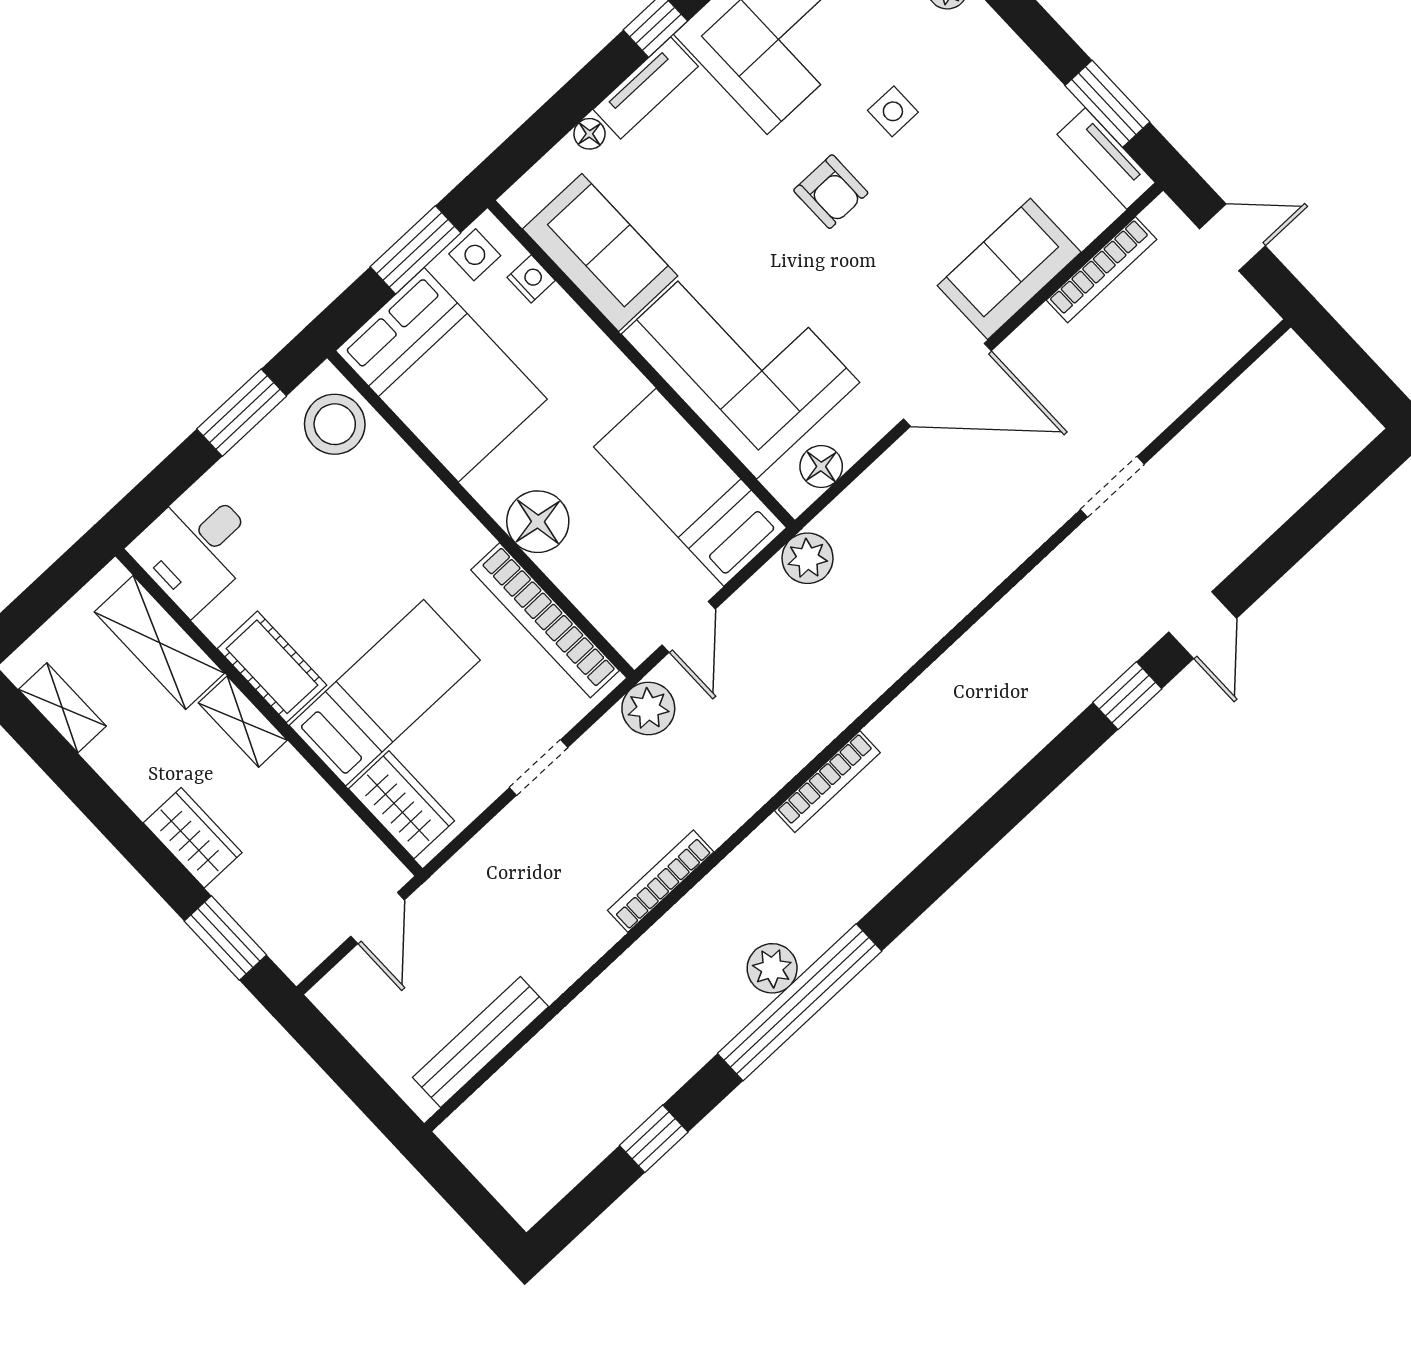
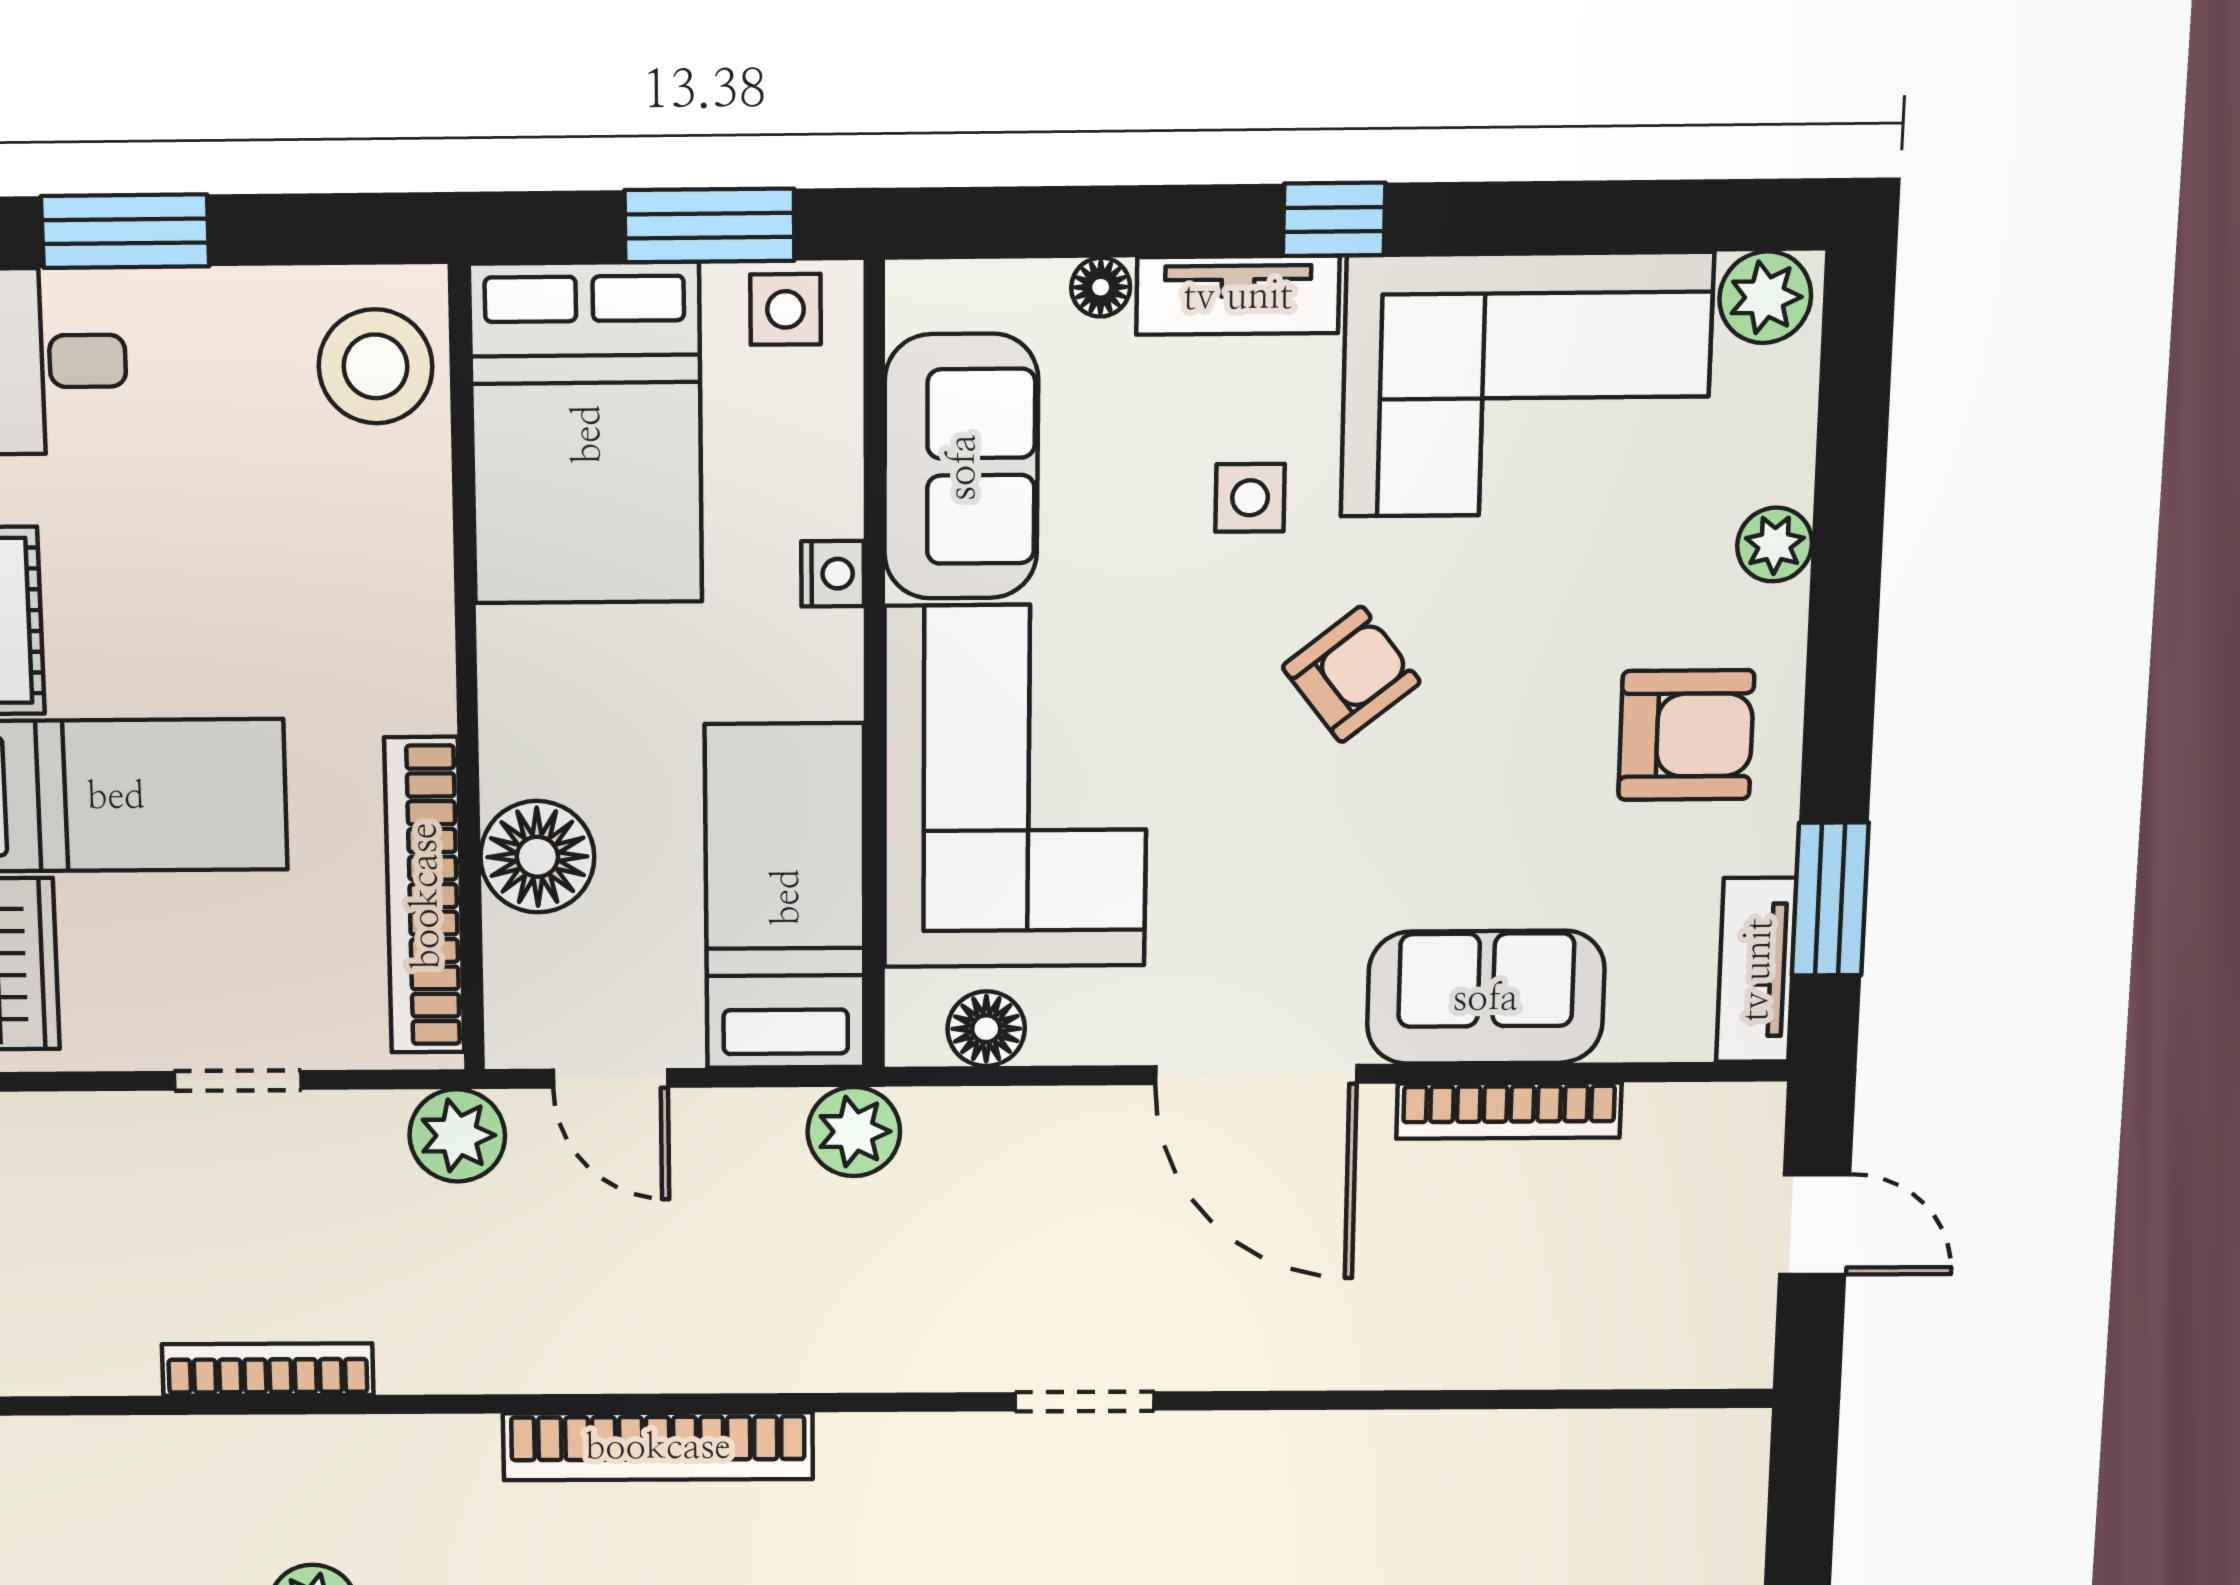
armchair: (986, 93) -> (1686, 735), added
side table: (893, 111) -> (1250, 498), moved
armchair: (831, 192) -> (1351, 674), turned -128
bookcase: (1102, 270) -> (1509, 1111), moved
nightstand: (531, 279) -> (833, 574), moved
window: (242, 413) -> (125, 231), moved
doorway: (1112, 487) -> (1085, 1401), moved
floor lamp: (538, 522) -> (537, 857), moved
door: (689, 627) -> (611, 1078), hinge flipped
bookcase: (827, 782) -> (658, 1446), width x1.48, depth x1.31

